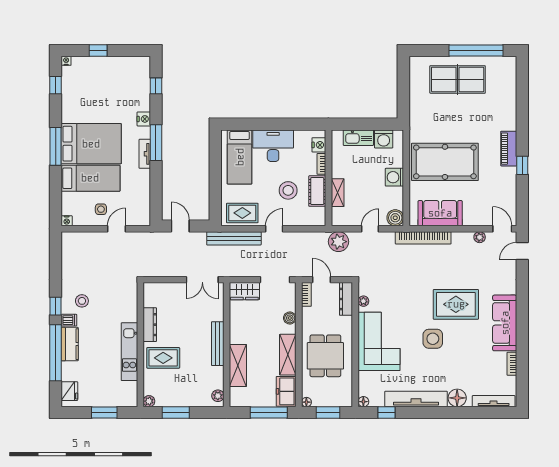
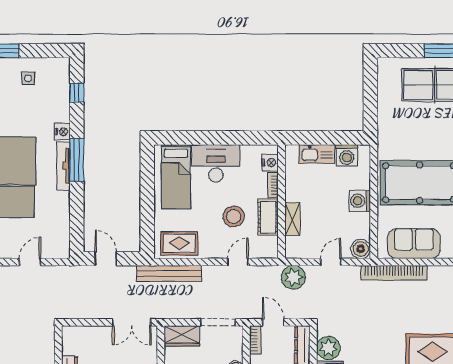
tv unit: (145, 154) -> (63, 166), width x1.41
side table: (101, 209) -> (28, 78), moved
door: (274, 229) -> (238, 262), moved
plant: (363, 301) -> (328, 348), width x1.88, depth x1.88

